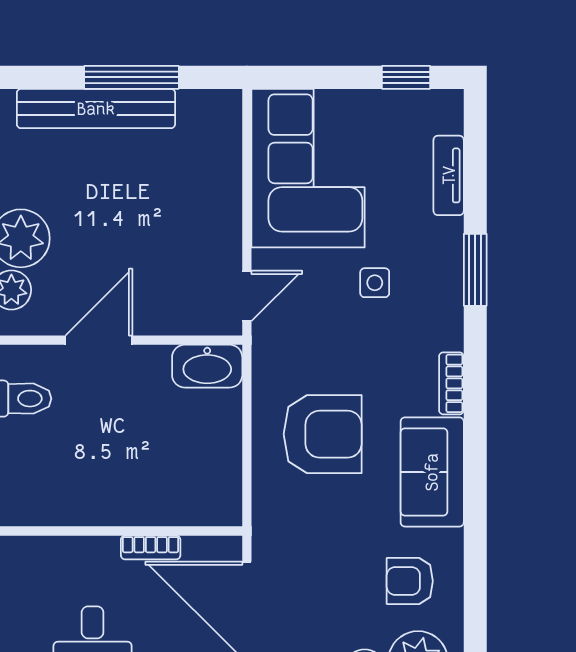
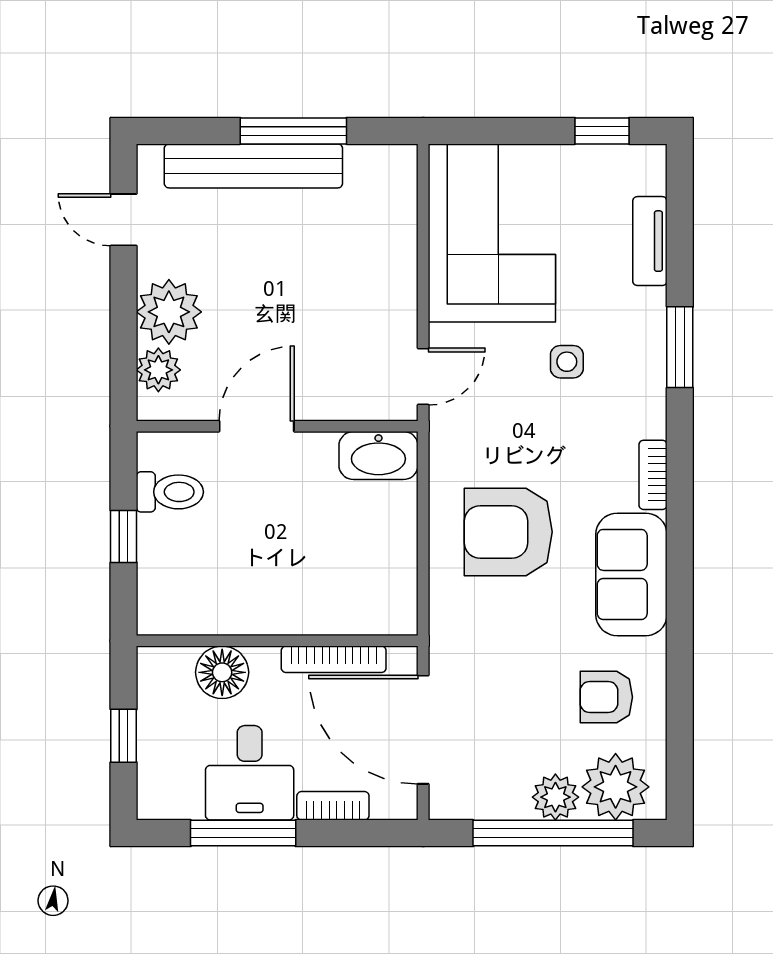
armchair: (323, 434) -> (508, 532), turned 180
bookcase: (151, 547) -> (334, 659), width x1.56
floor lamp: (68, 559) -> (222, 672), added

